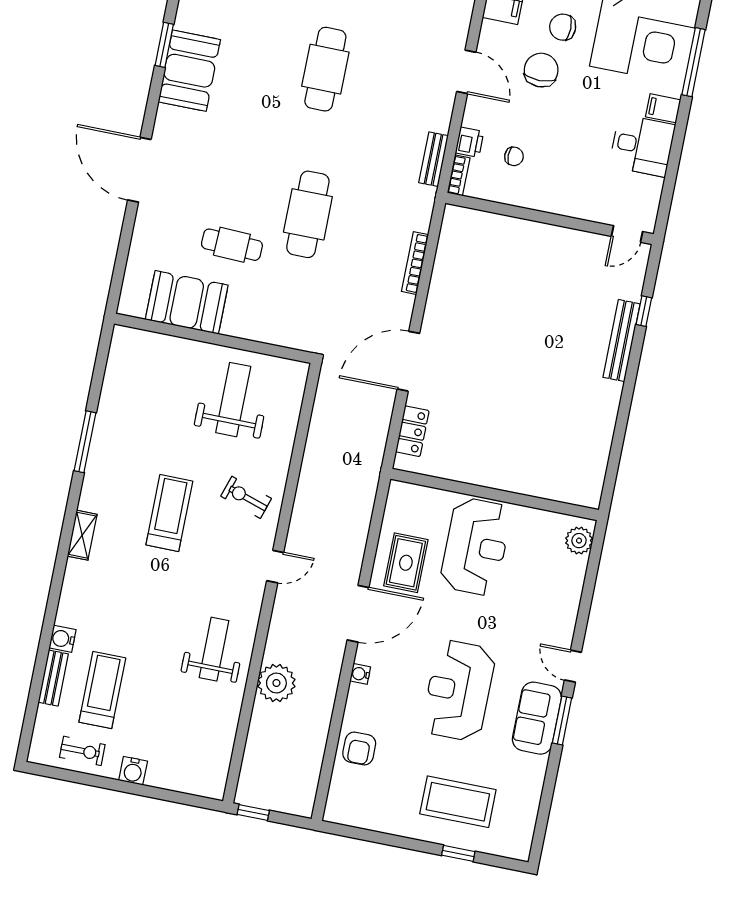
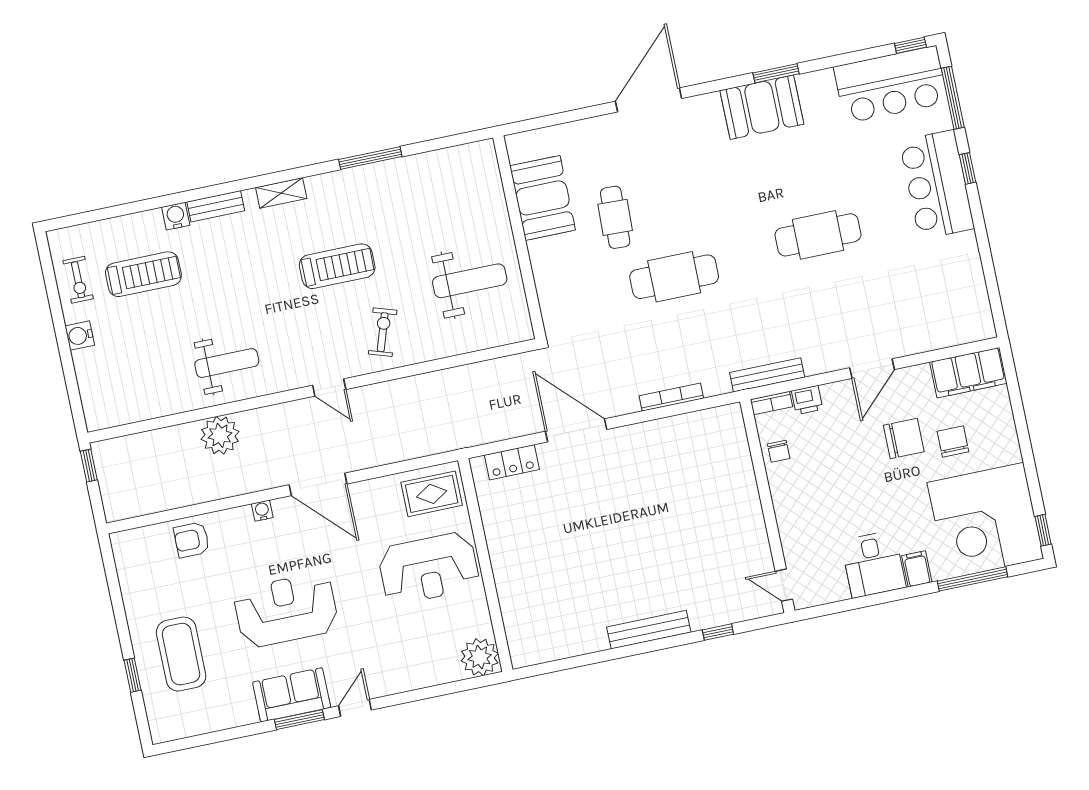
chair: (514, 156) -> (779, 451), moved
bench: (434, 159) -> (767, 375), width x1.36
bench: (622, 341) -> (649, 630), moved
plant: (579, 541) -> (480, 657), width x1.36, depth x1.36
rug: (406, 563) -> (432, 494), moved
bench: (53, 678) -> (216, 206), moved

